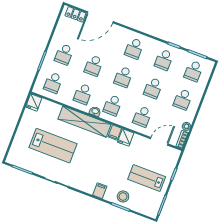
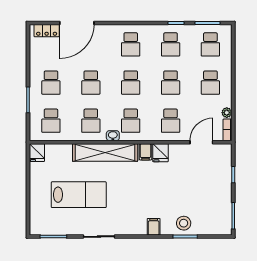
lab bench: (147, 178) -> (203, 191), removed

